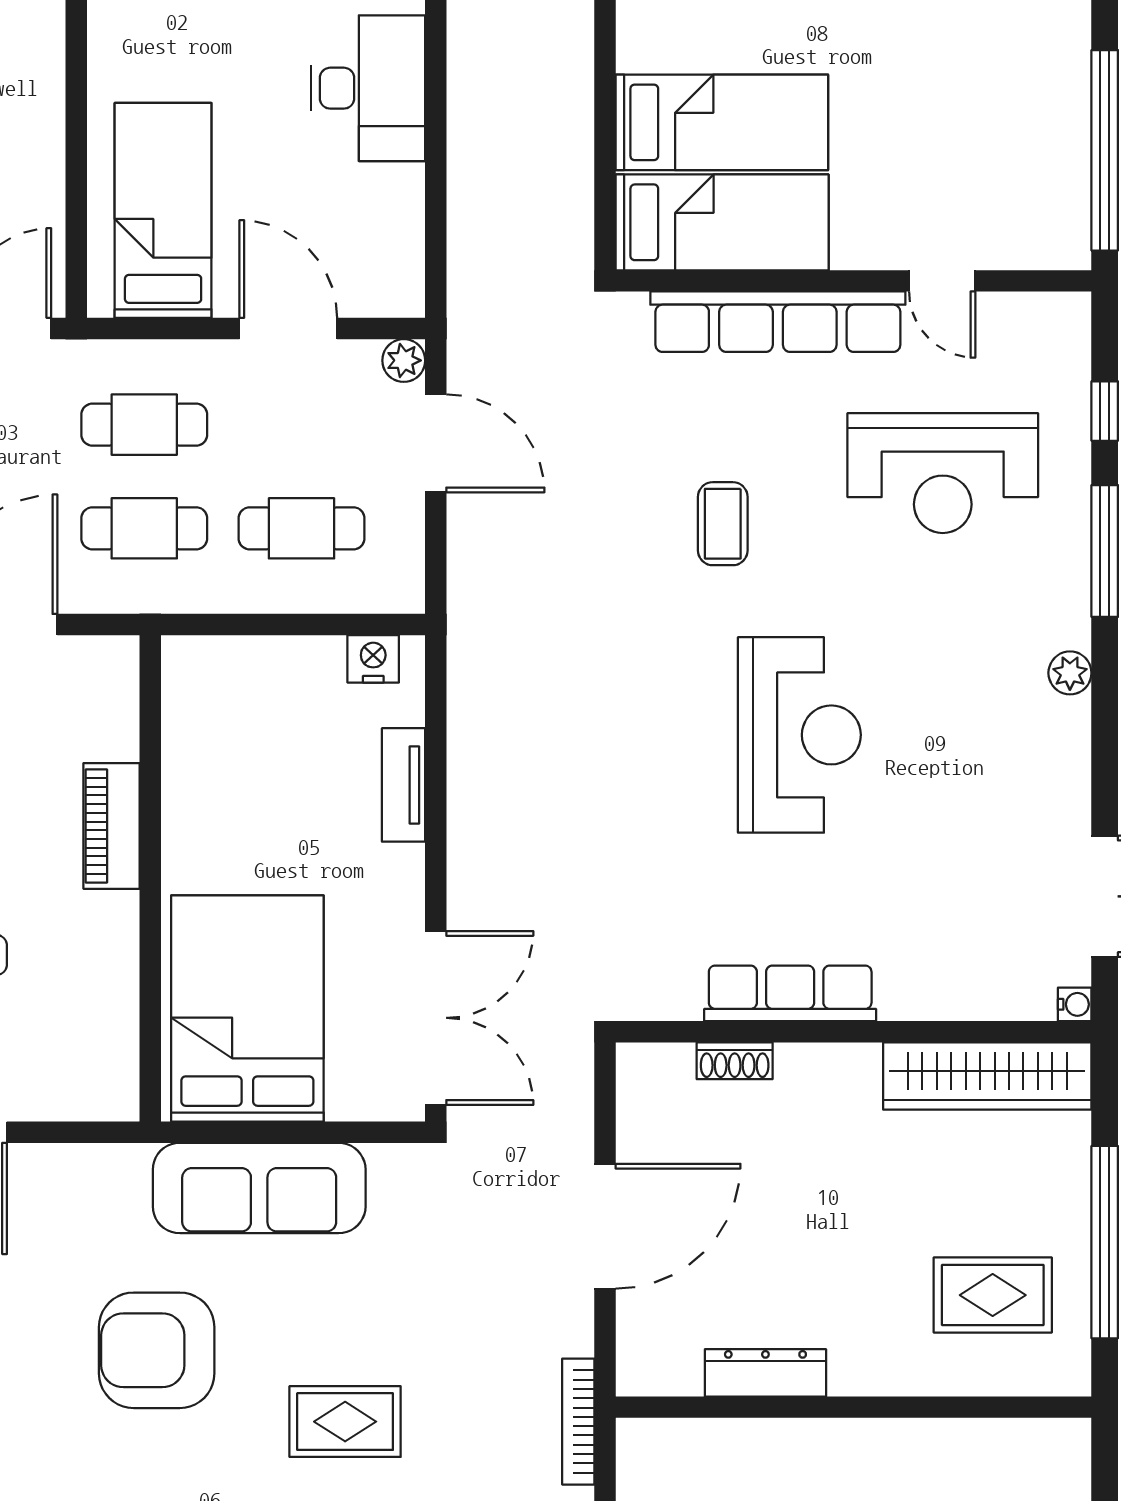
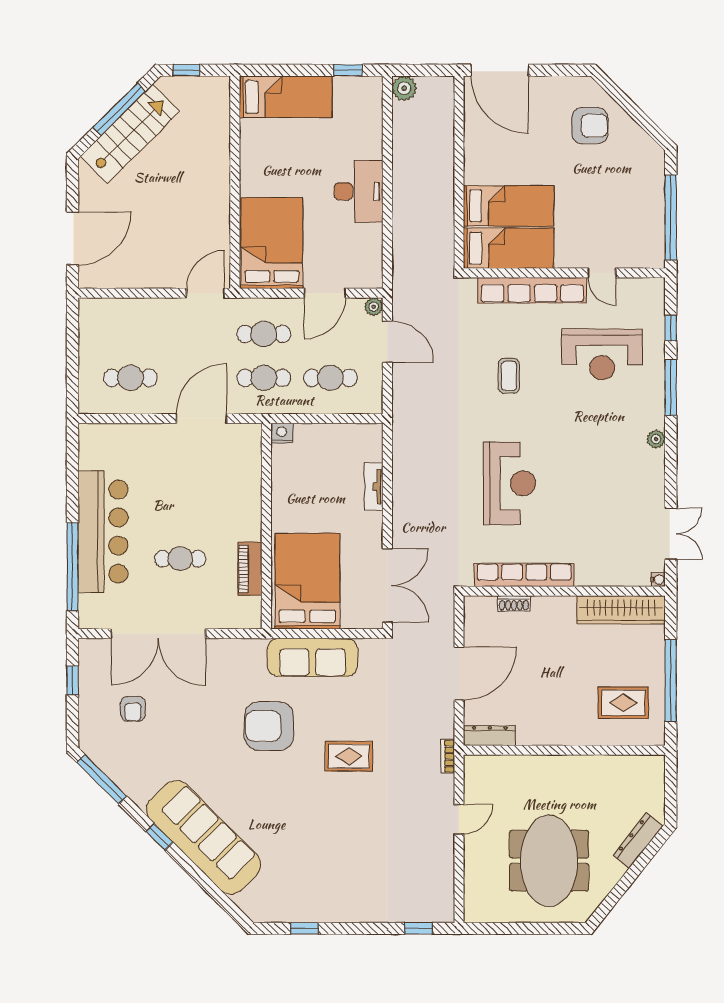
bed: (163, 210) -> (272, 243), width x1.50
door: (288, 328) -> (325, 293), swing flipped
nightstand: (373, 659) -> (282, 433), moved
reception desk: (799, 735) -> (509, 483), moved
piano: (112, 826) -> (250, 569), moved
row of seats: (790, 993) -> (524, 575), width x1.36
dresser: (765, 1373) -> (490, 736), moved
bookcase: (578, 1422) -> (448, 756), width x0.64

